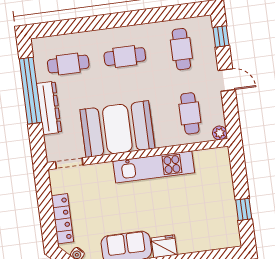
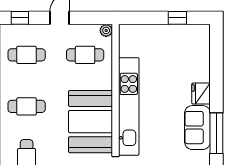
cafe table: (125, 57) -> (27, 106), turned 90
kitchen unit: (154, 167) -> (129, 106), width x1.36

